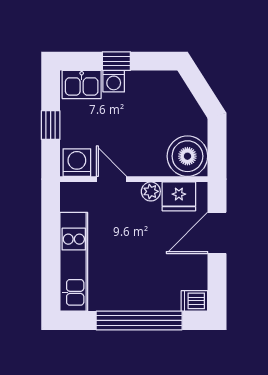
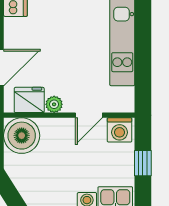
door: (111, 179) -> (89, 115), hinge flipped

